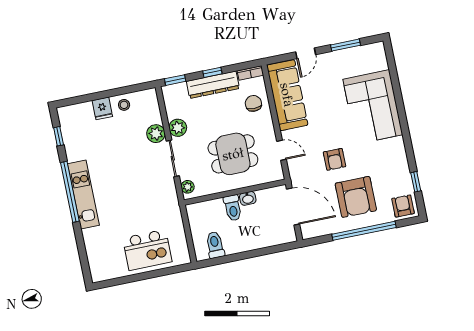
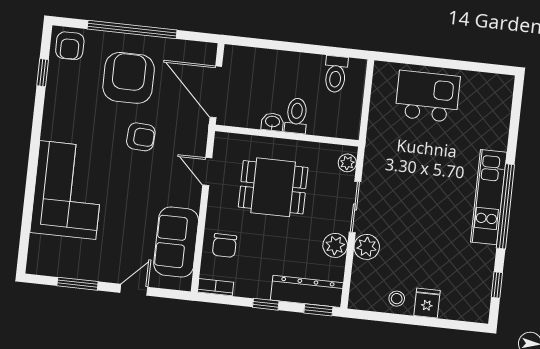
dresser: (213, 85) -> (307, 291), moved
sofa: (287, 95) -> (176, 242), width x0.73
armchair: (334, 159) -> (141, 137), turned 93

